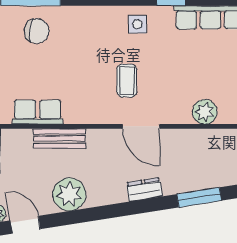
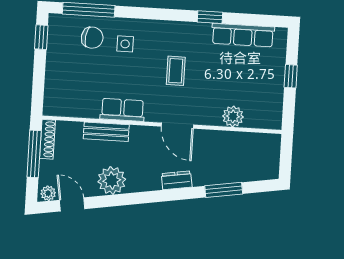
side table: (137, 24) -> (125, 44), moved
coffee table: (127, 81) -> (176, 71), moved
row of seats: (38, 112) -> (122, 110), moved

